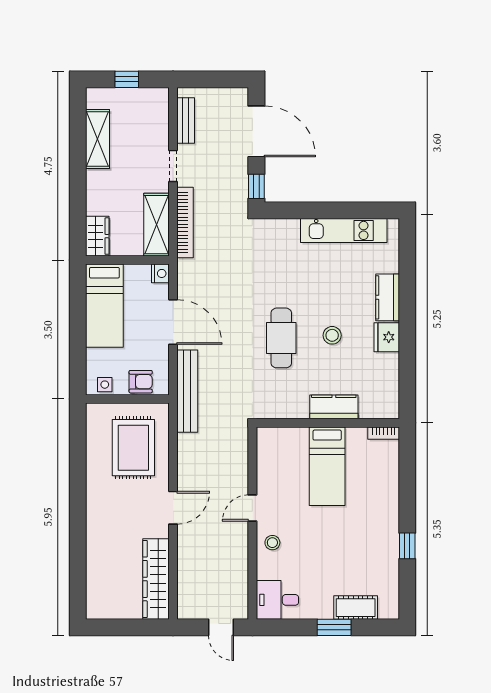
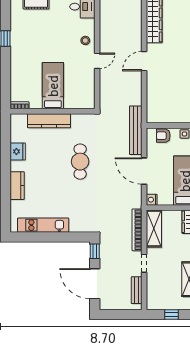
stool: (332, 335) -> (50, 163), removed
fridge: (387, 337) -> (18, 151), moved
kitchen counter: (334, 407) -> (49, 121), width x1.50
rug: (133, 448) -> (168, 97), removed

